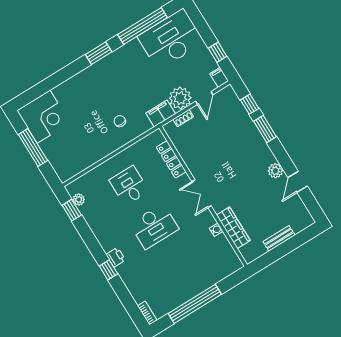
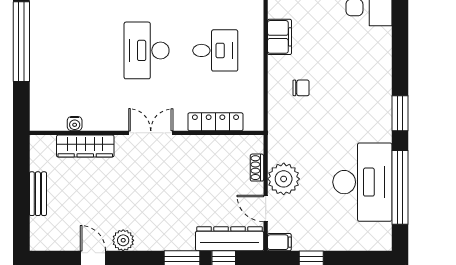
desk: (171, 39) -> (362, 182), moved
dresser: (235, 108) -> (230, 239), added
filing cabinet: (161, 113) -> (280, 37), moved
water cooler: (216, 230) -> (75, 124), moved

